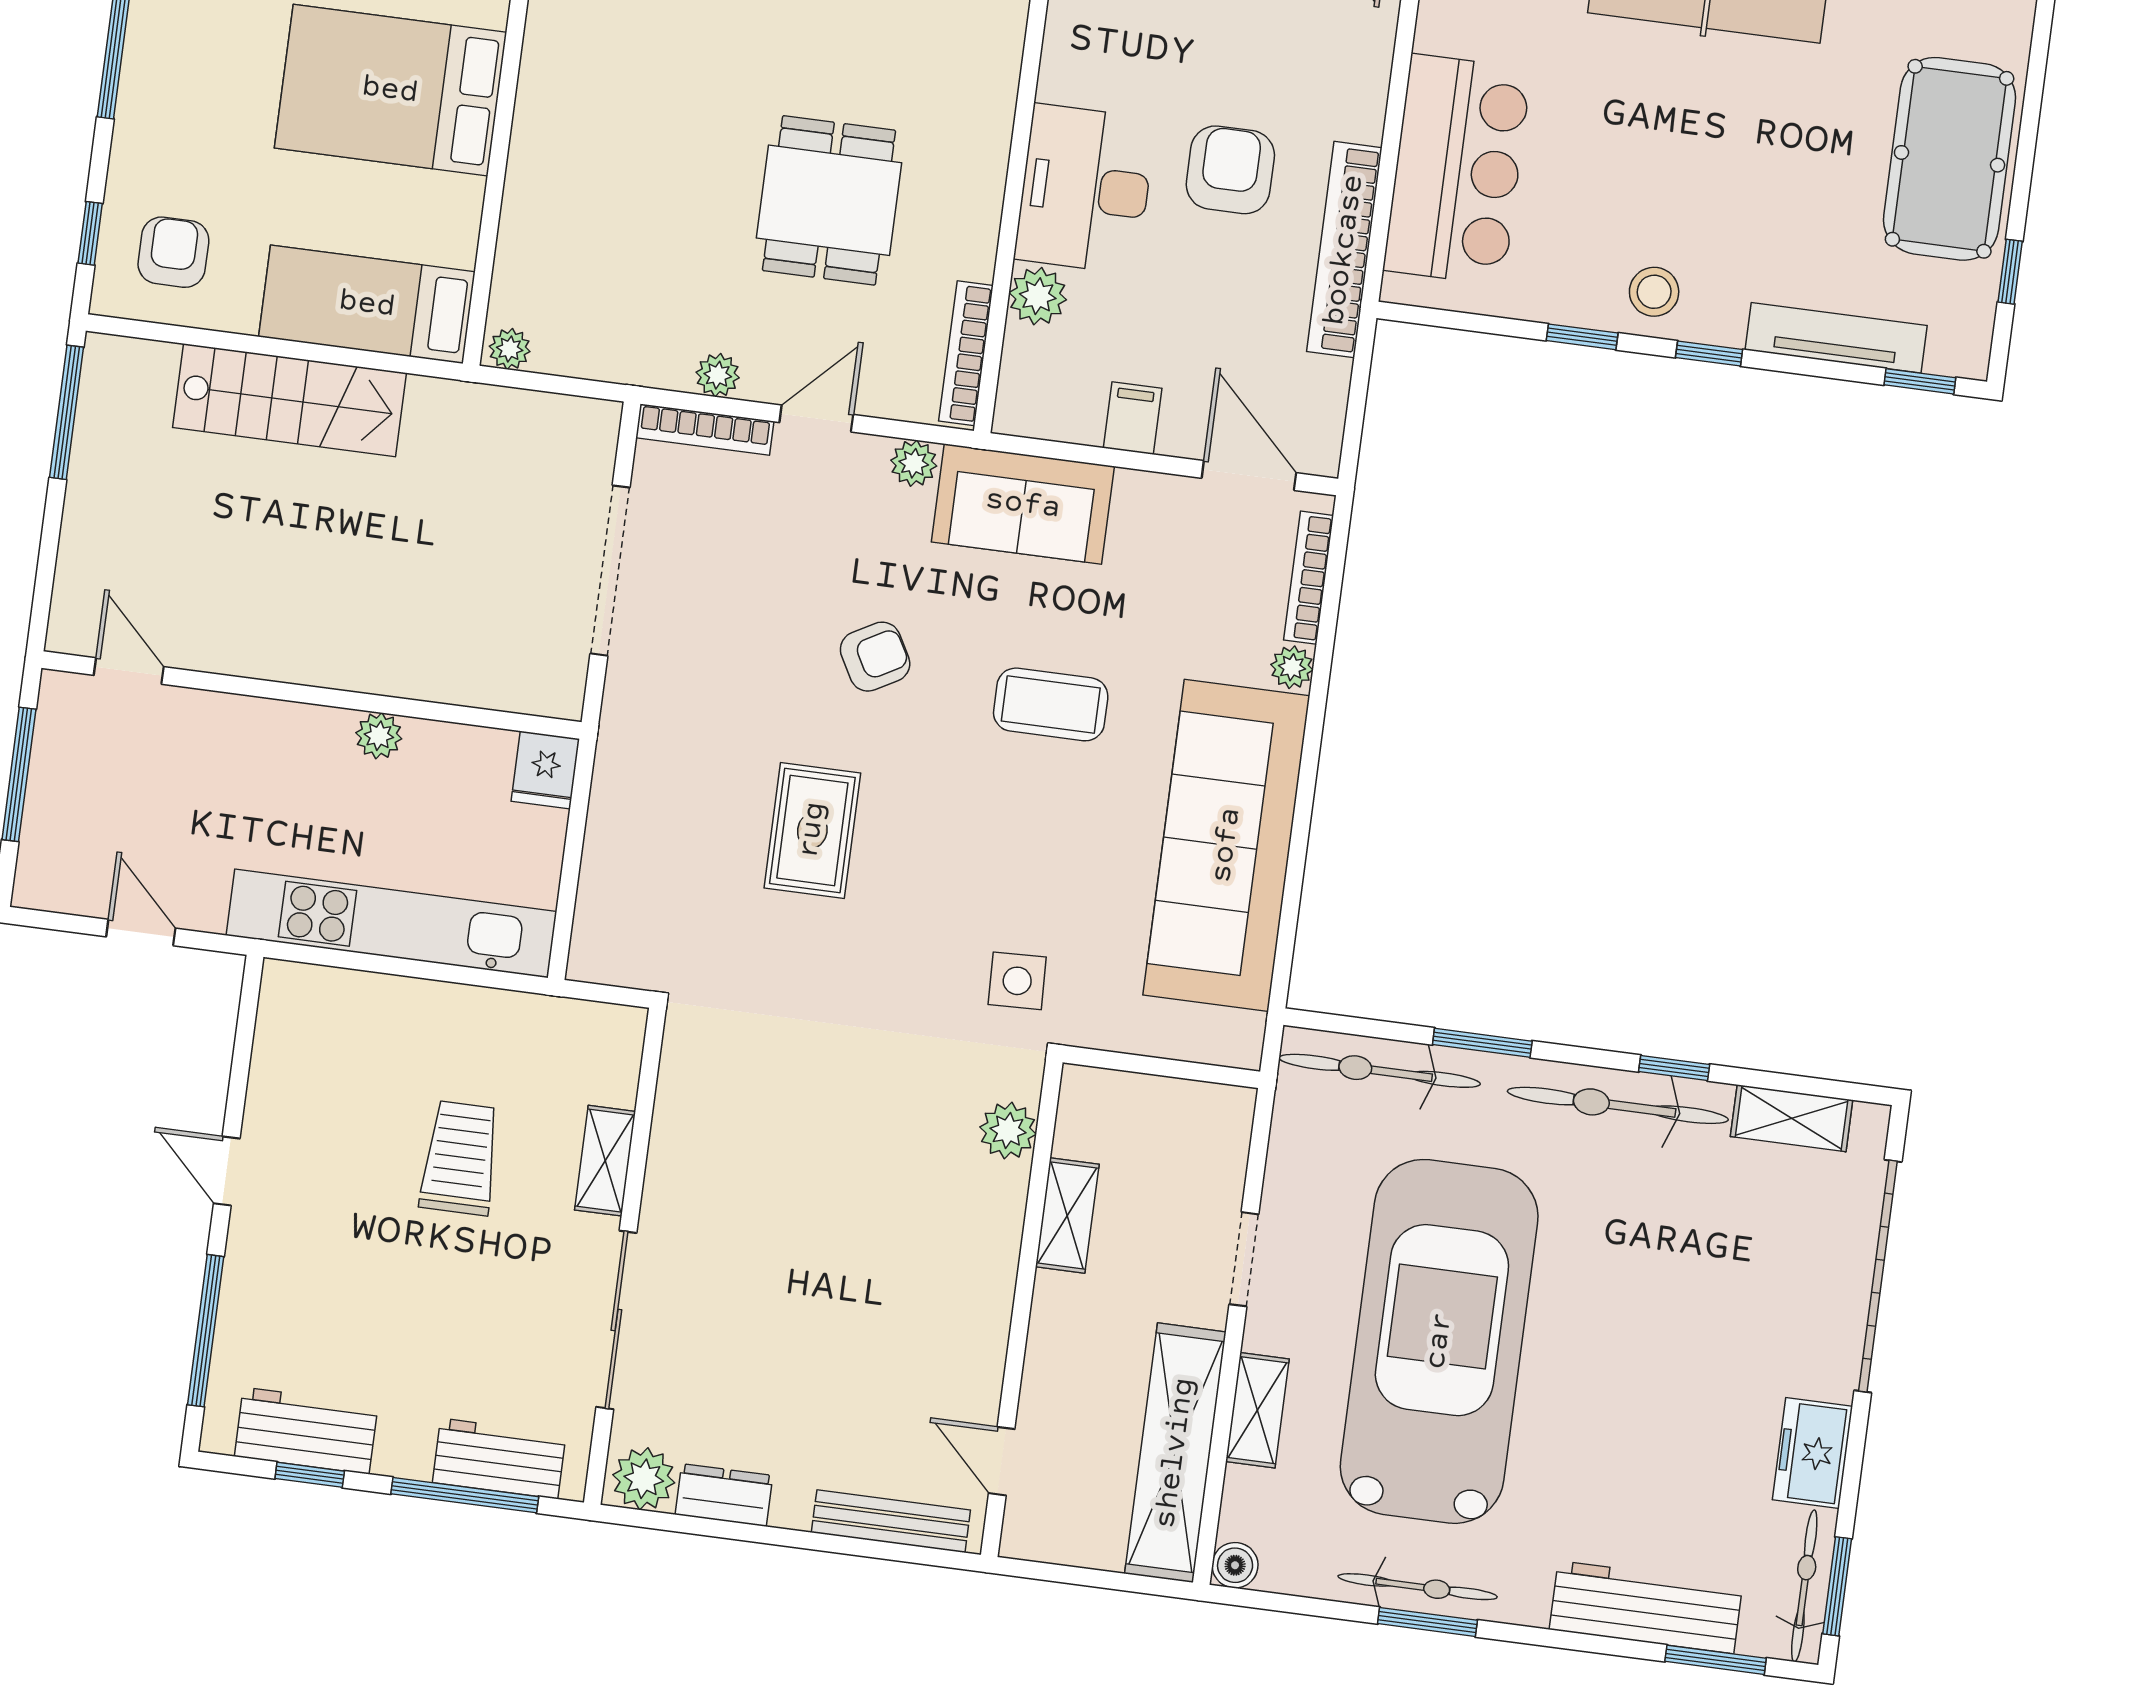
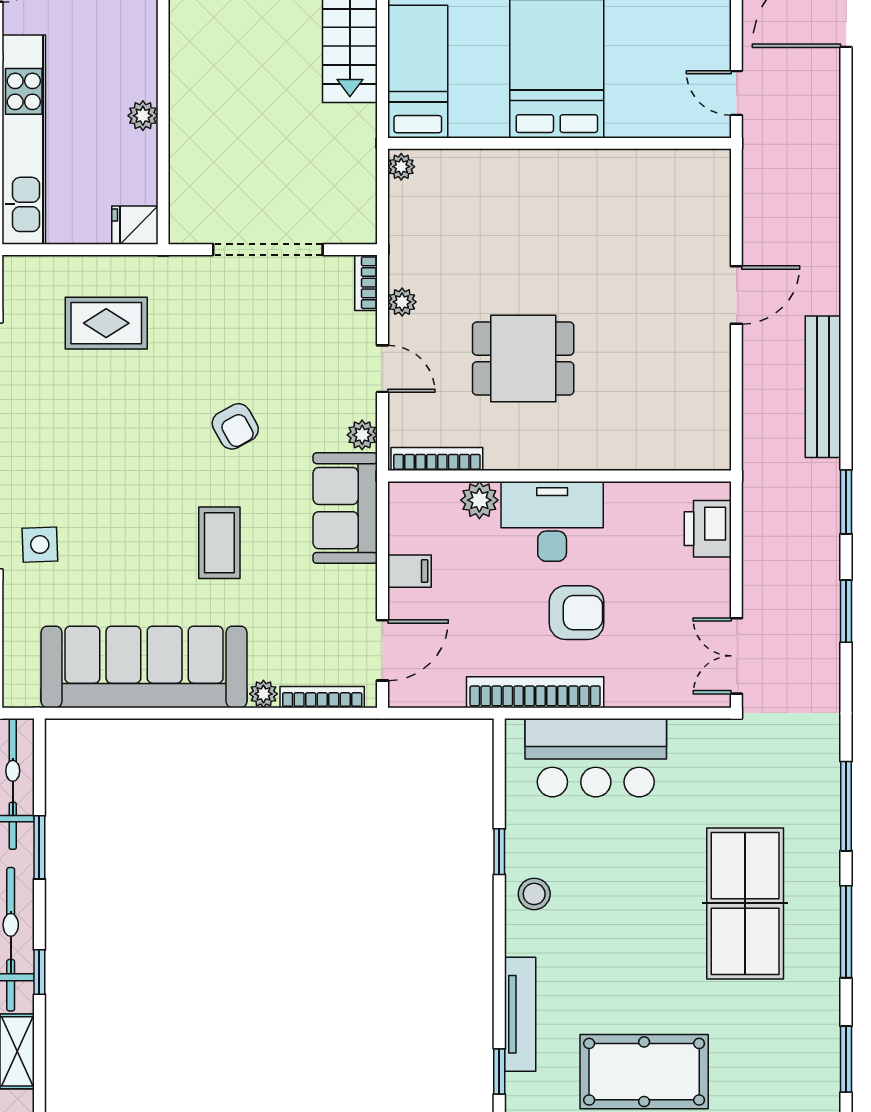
window: (1709, 354) -> (499, 934), removed
bookcase: (705, 430) -> (366, 283), width x0.64
rug: (812, 830) -> (106, 323), moved

